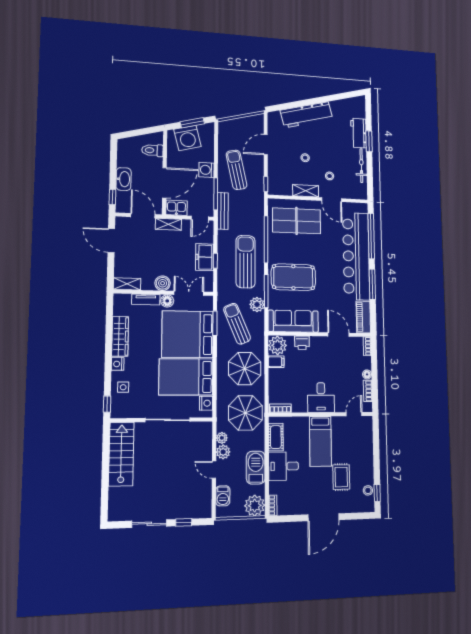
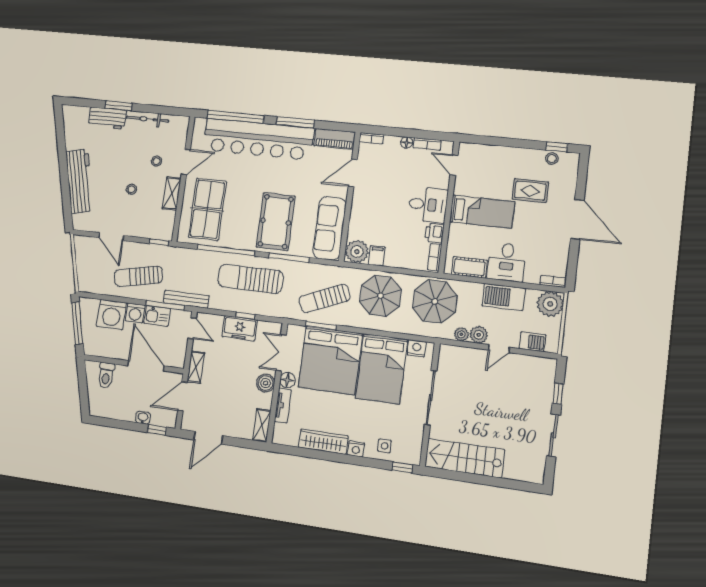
window: (192, 123) -> (77, 323), width x1.44
washing machine: (187, 138) -> (111, 315), moved, turned 104
washbasin: (124, 179) -> (143, 418), width x0.52, depth x0.69
kitchen sink: (176, 208) -> (157, 316), moved, turned -90
plant: (257, 305) -> (304, 271), removed
printer: (302, 343) -> (435, 233), moved, turned 180

